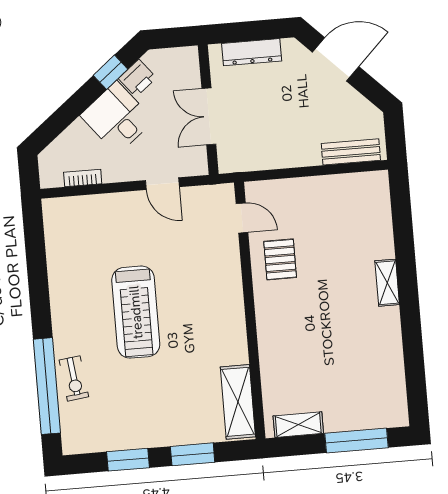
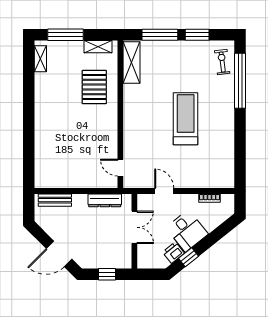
window: (249, 31) -> (107, 274), added
dresser: (252, 52) -> (105, 200), moved, turned 180
pallet: (280, 259) -> (94, 87), moved, width x1.50, depth x1.42
shelving: (387, 283) -> (40, 59), moved
exercise bike: (74, 378) -> (222, 62), moved
window: (193, 454) -> (160, 35), width x1.44

